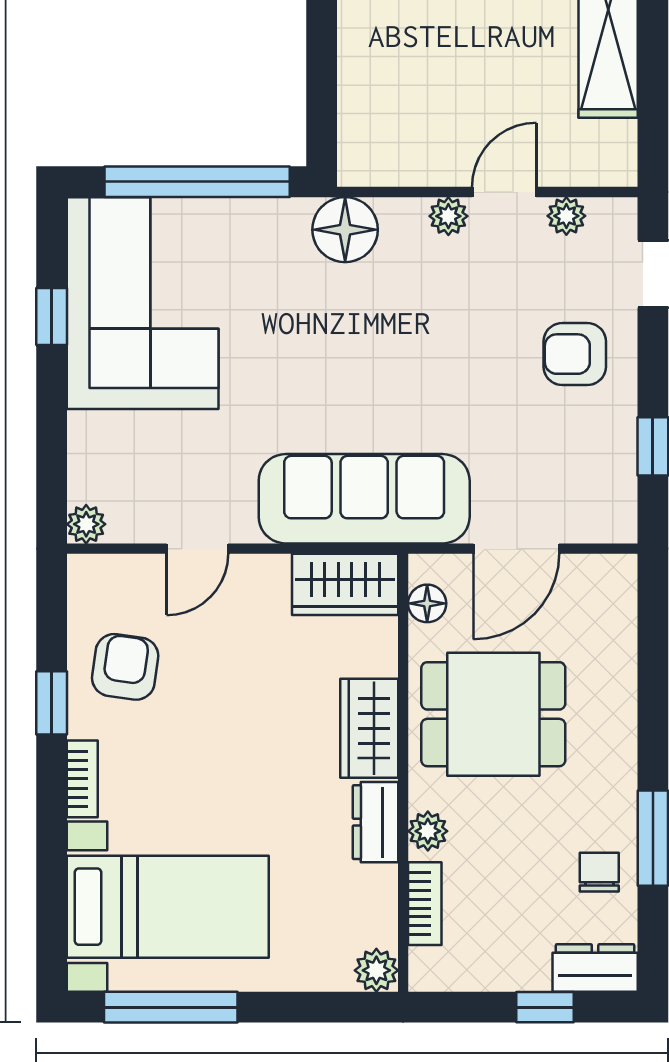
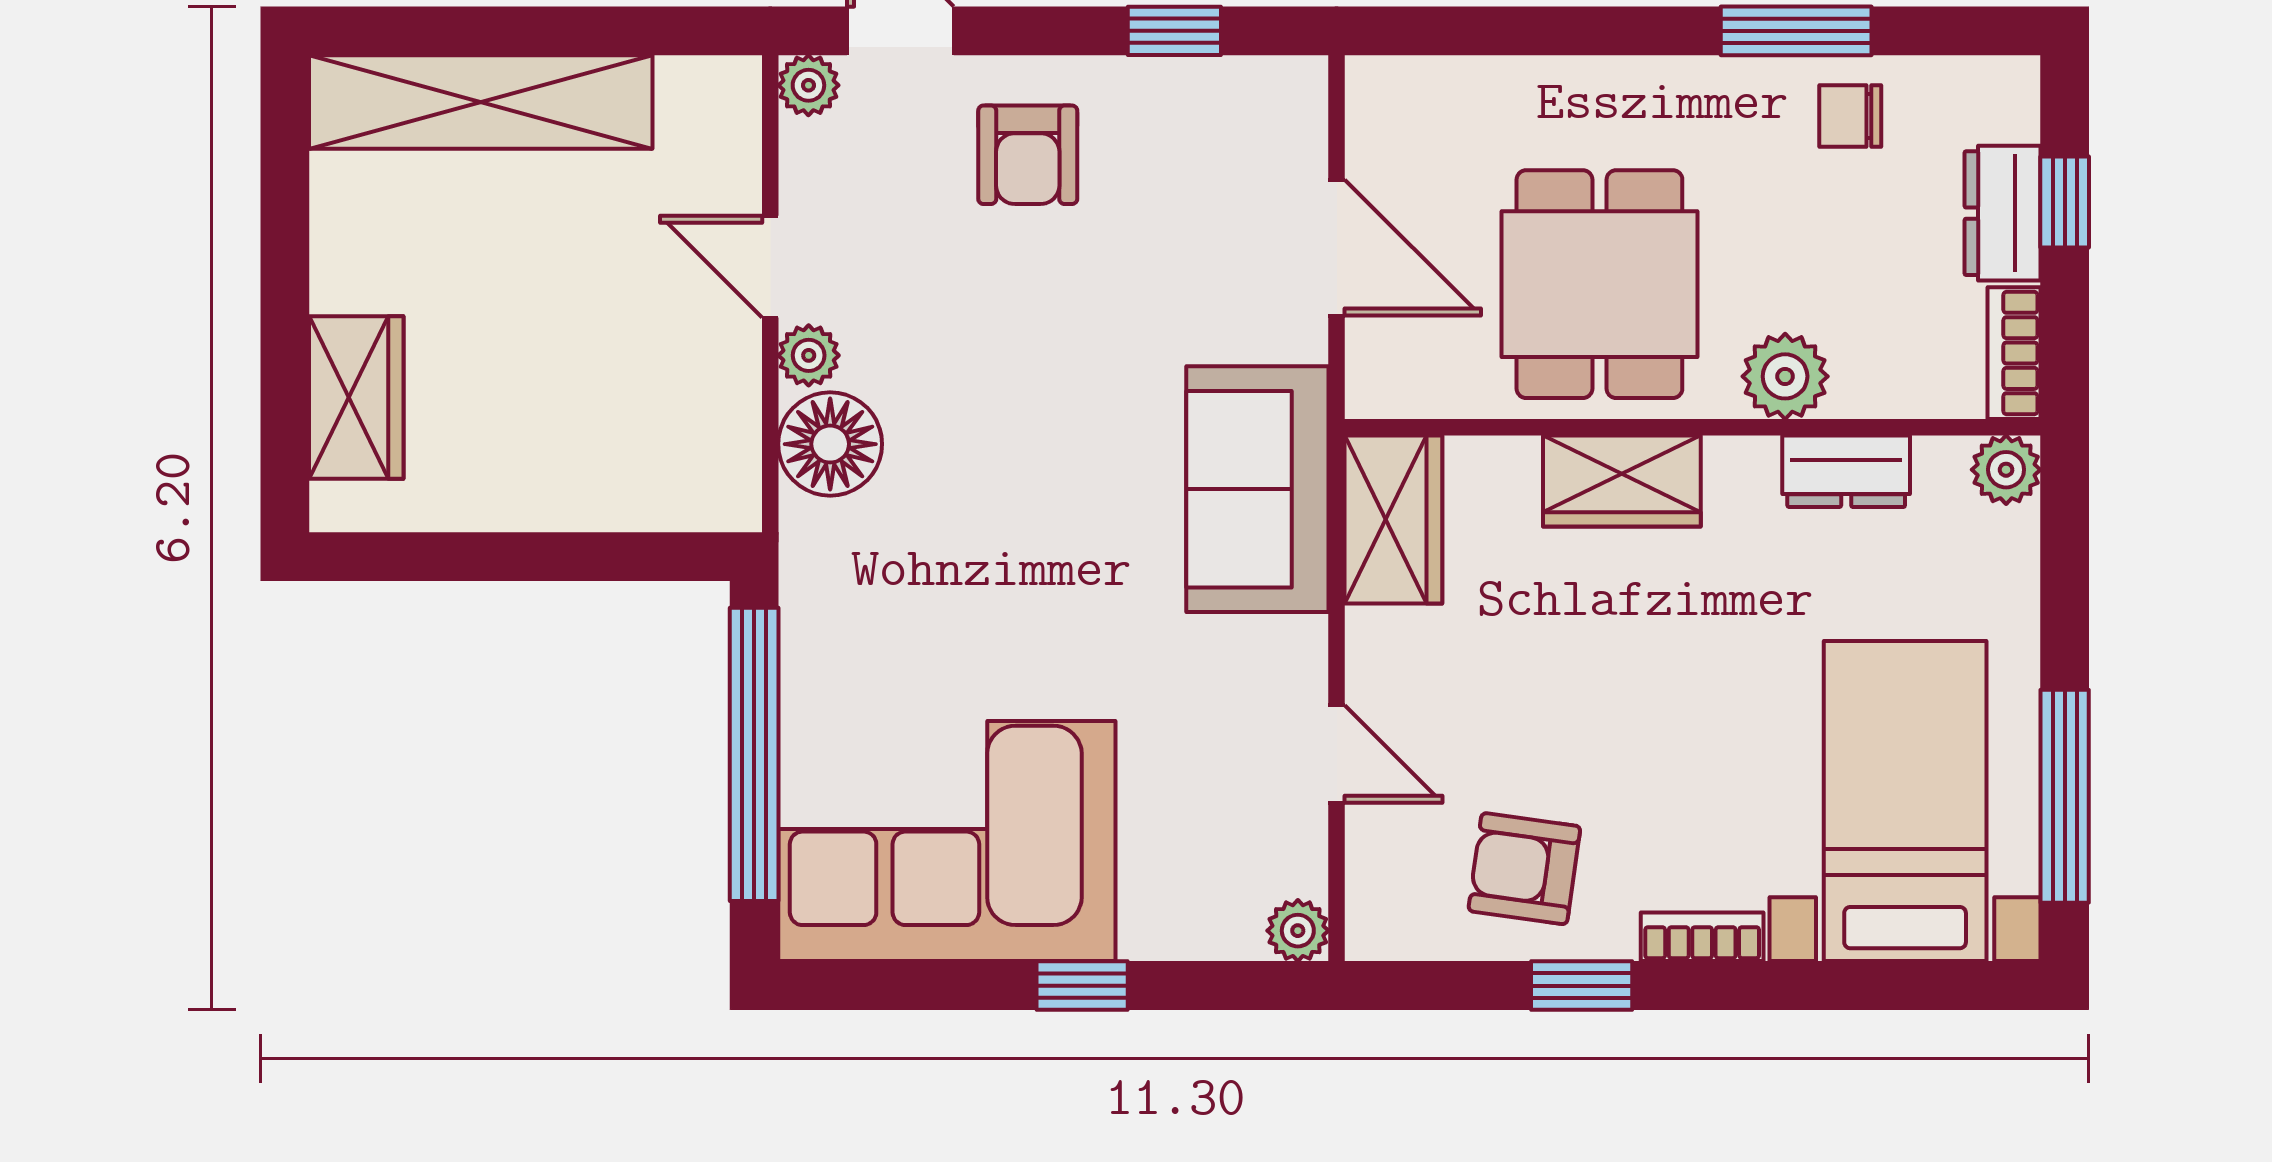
plant: (566, 216) -> (808, 85), moved
floor lamp: (345, 230) -> (830, 444), moved
window: (52, 316) -> (1082, 986), moved
sofa: (364, 499) -> (1257, 489), width x0.73
floor lamp: (427, 603) -> (1424, 389), removed
dresser: (375, 822) -> (1846, 471), moved
plant: (428, 831) -> (1785, 376), width x1.38, depth x1.38
bookcase: (425, 904) -> (2014, 353), moved, turned -90
dresser: (595, 968) -> (2003, 213), moved

